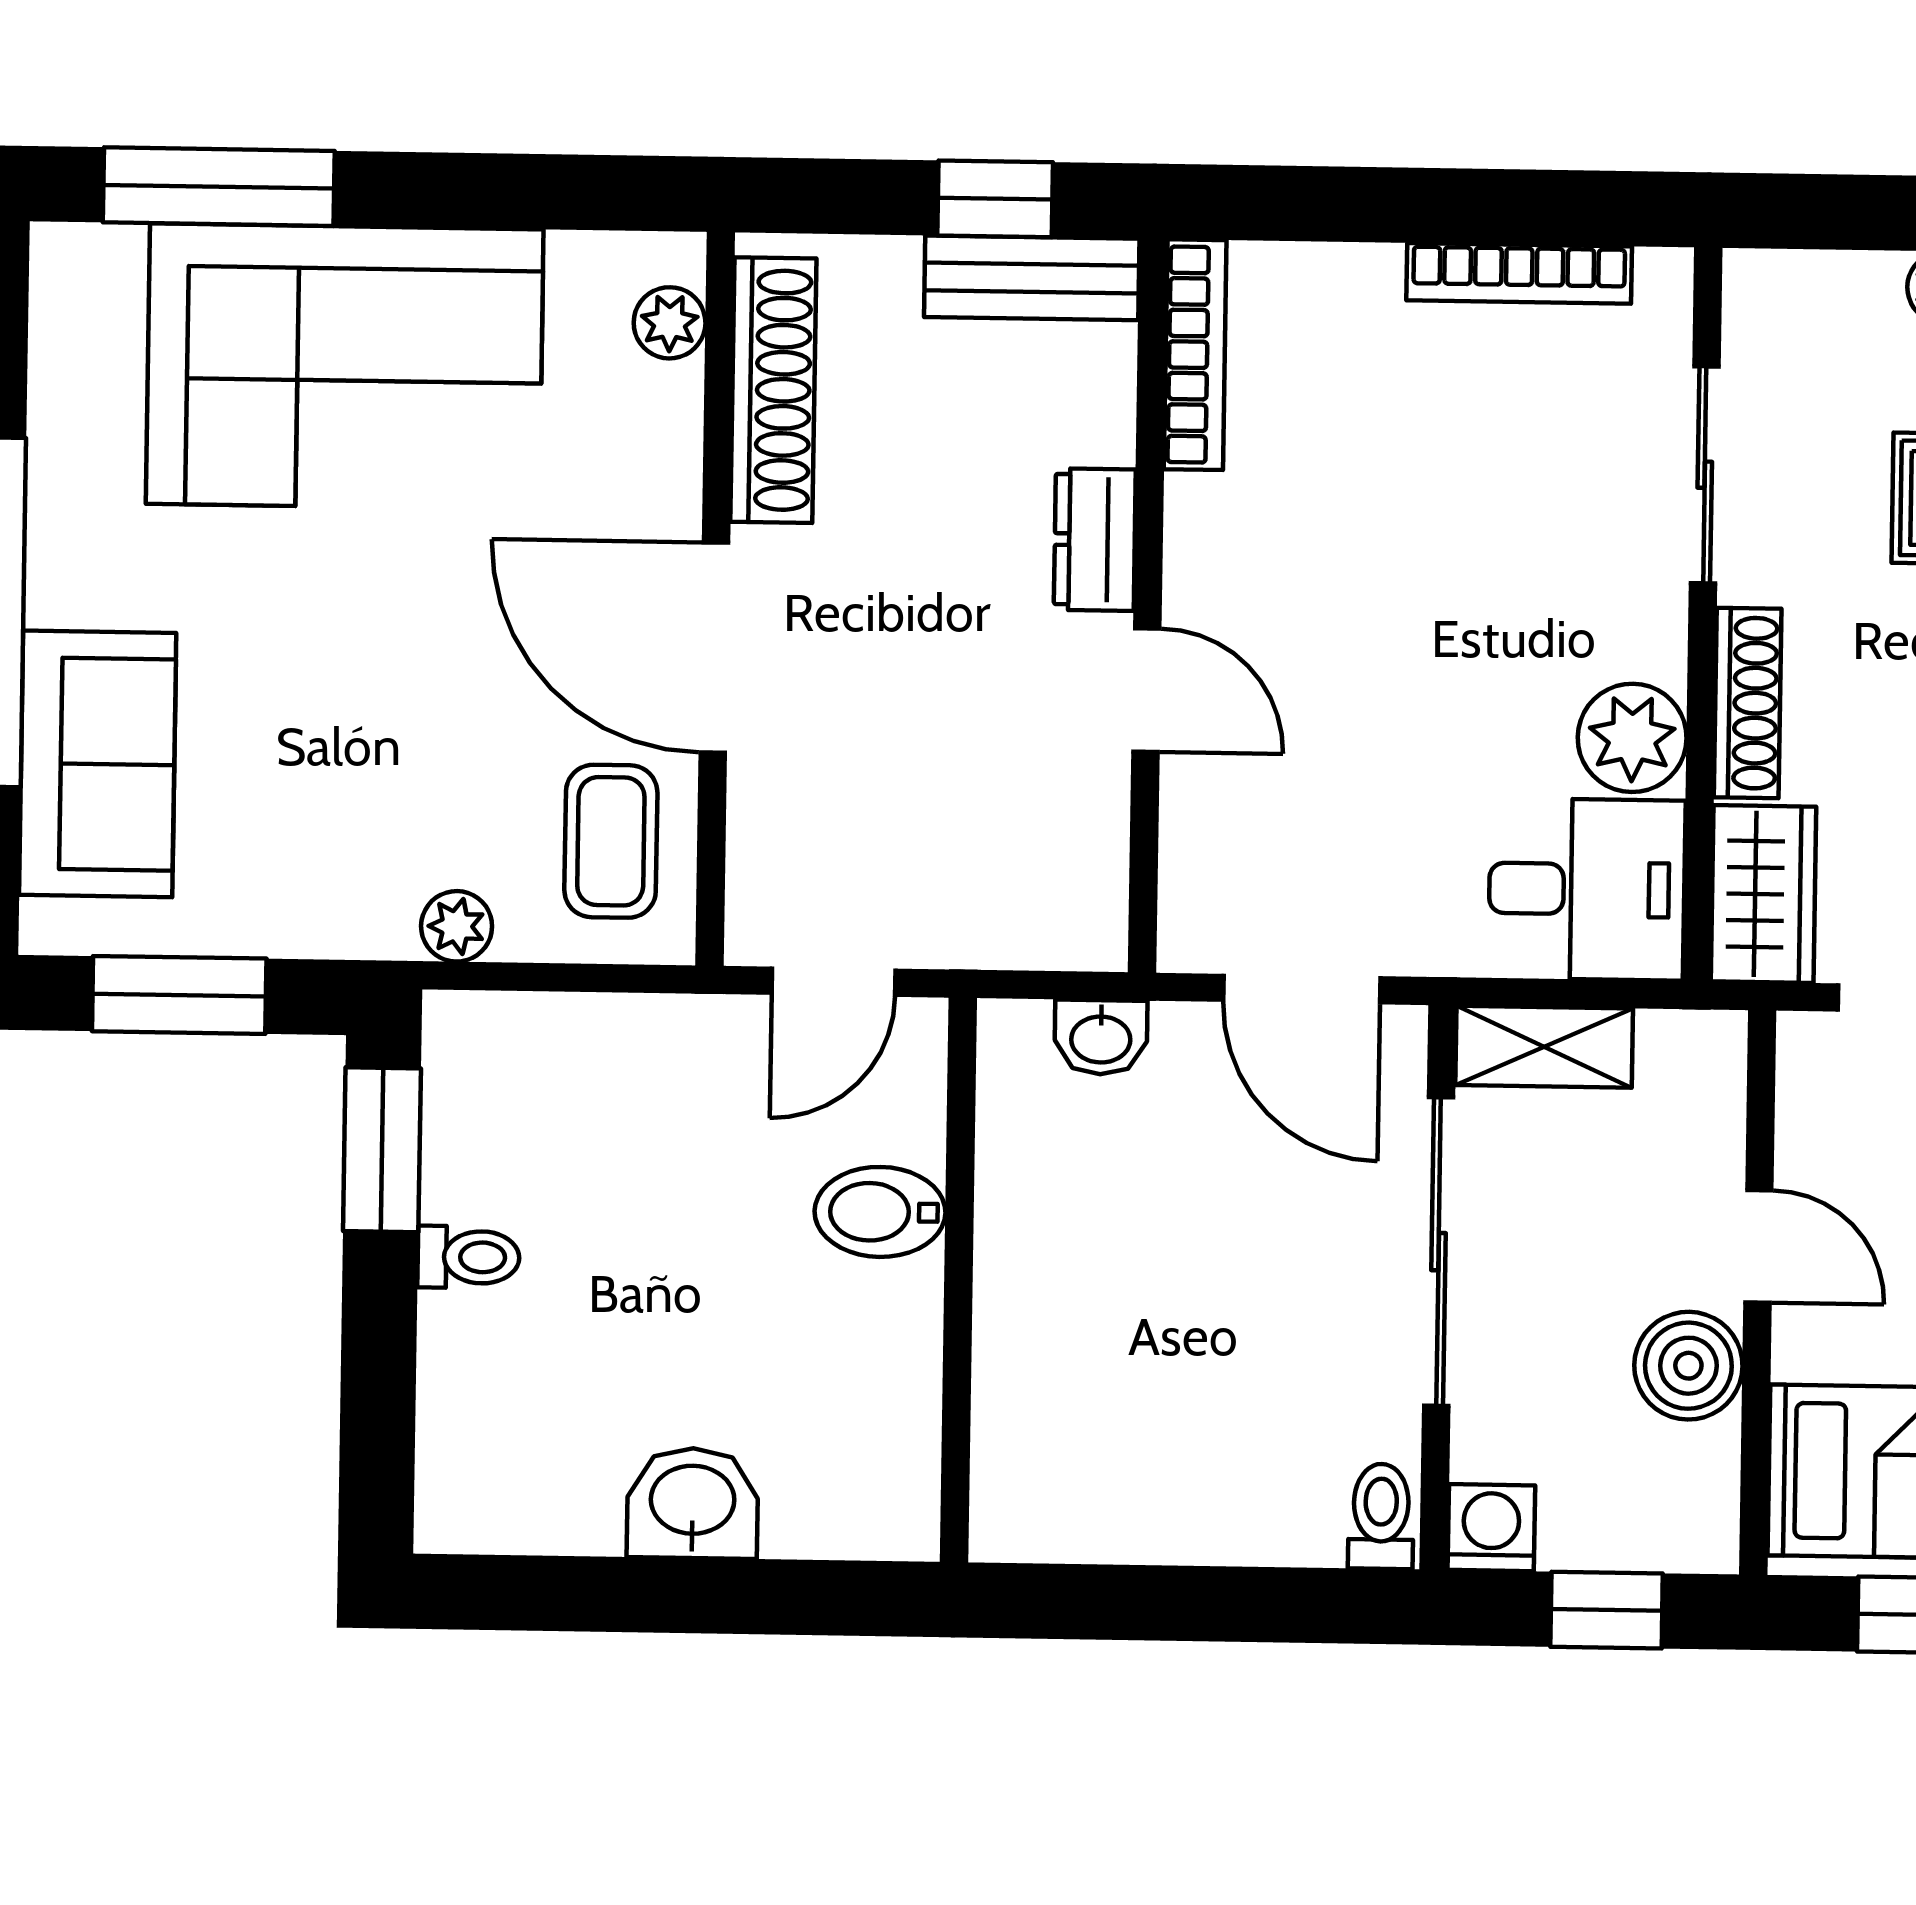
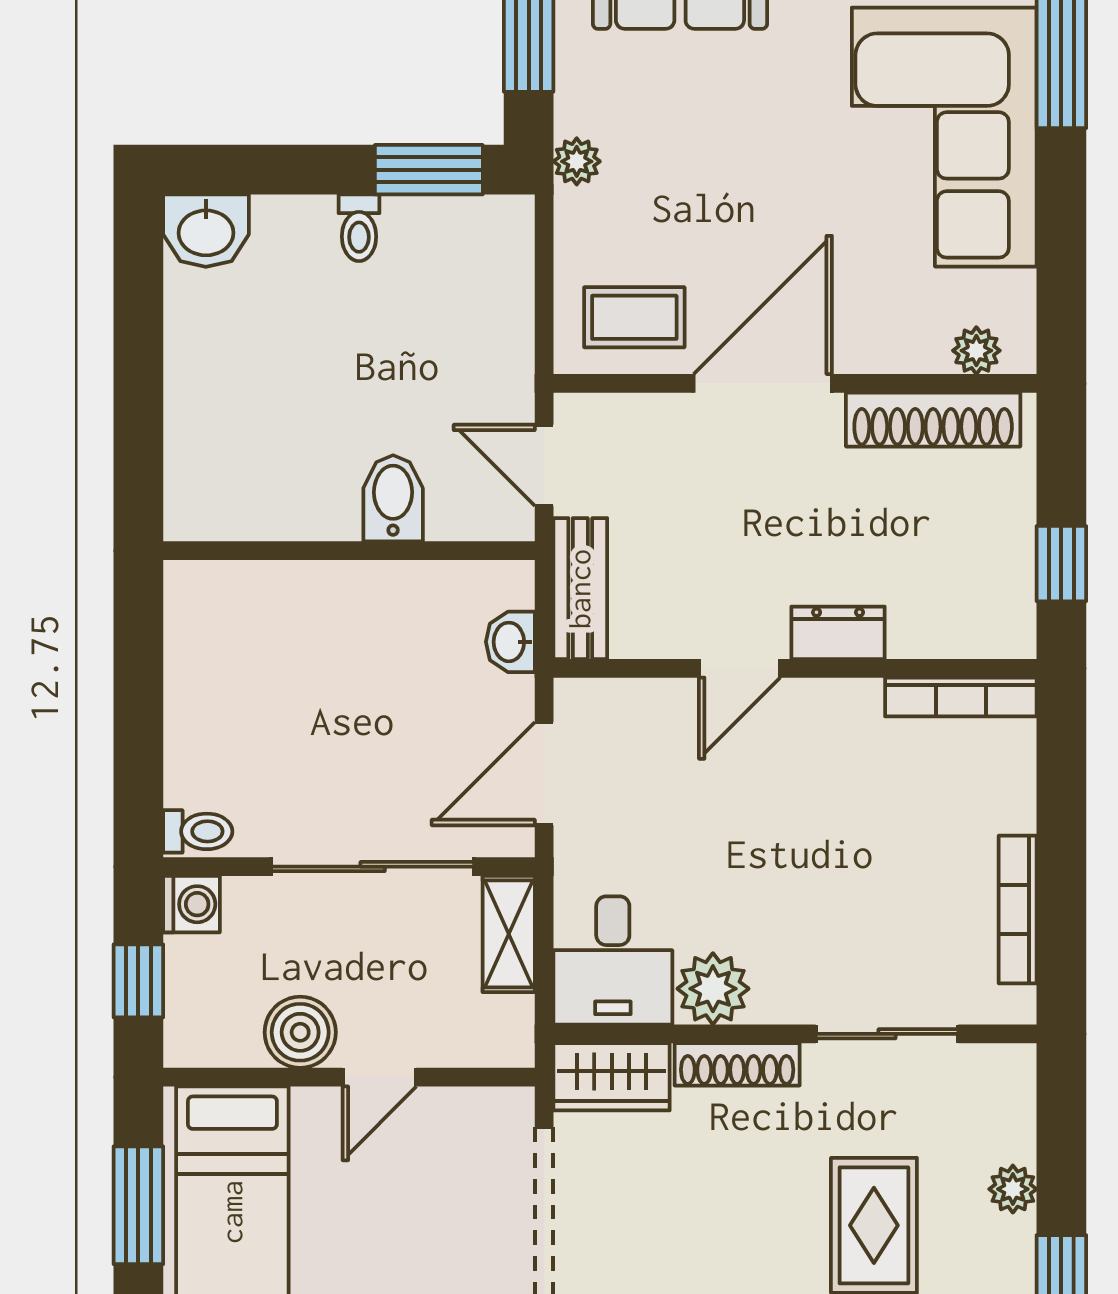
bench: (1032, 278) -> (580, 589), moved
plant: (457, 926) -> (577, 161), moved
washbasin: (693, 1503) -> (206, 231), moved, turned 90

